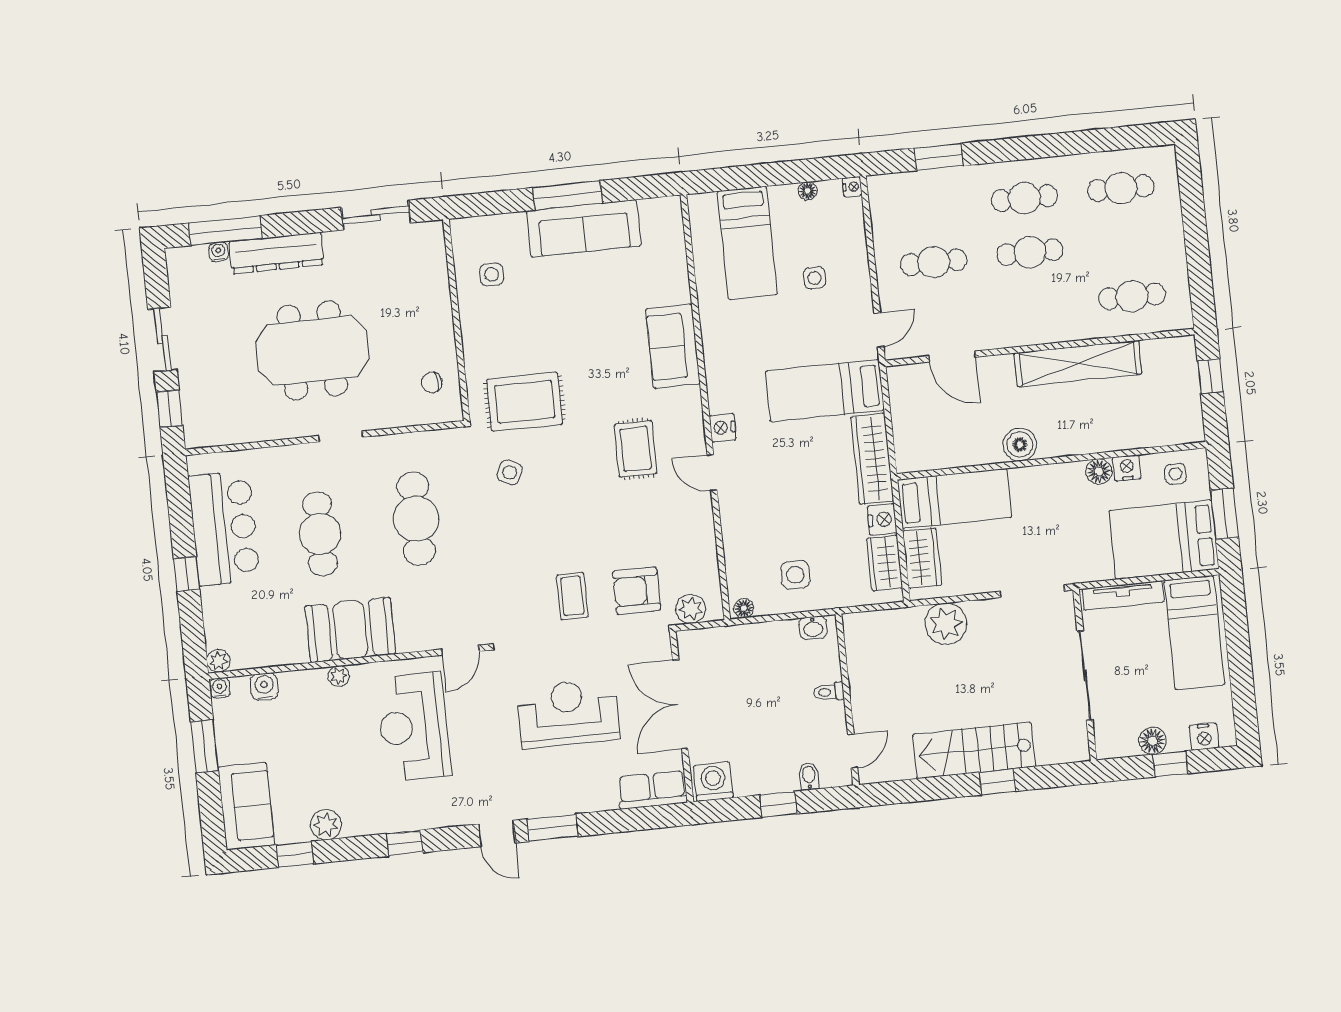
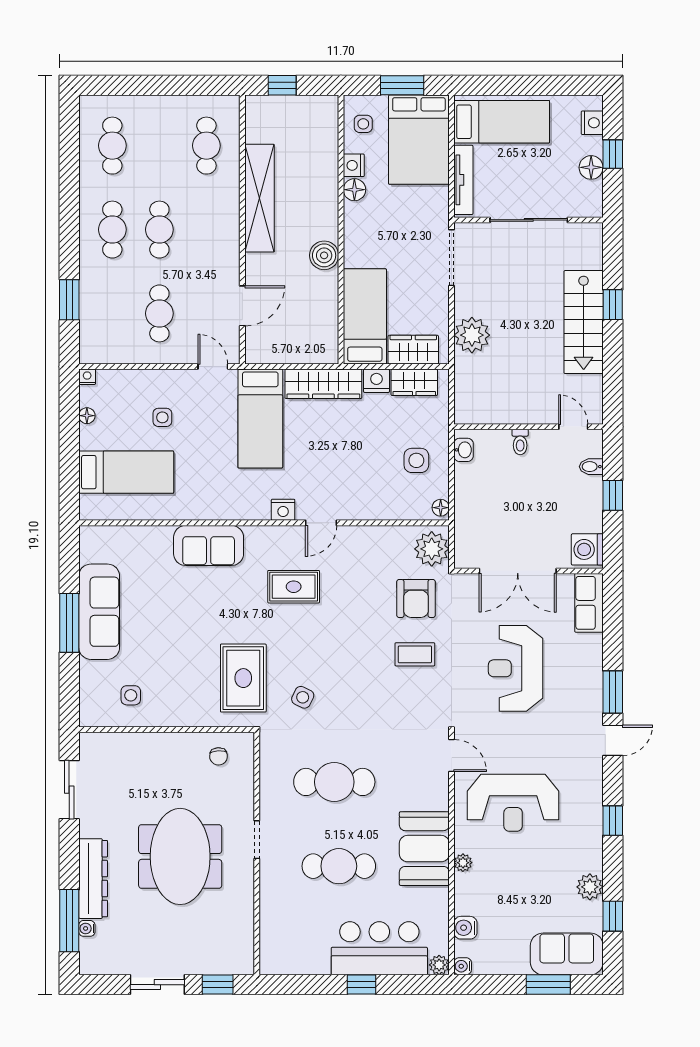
bar counter: (224, 528) -> (379, 948), moved
plant: (691, 609) -> (432, 549), width x1.36, depth x1.36
window: (204, 746) -> (548, 985), moved

